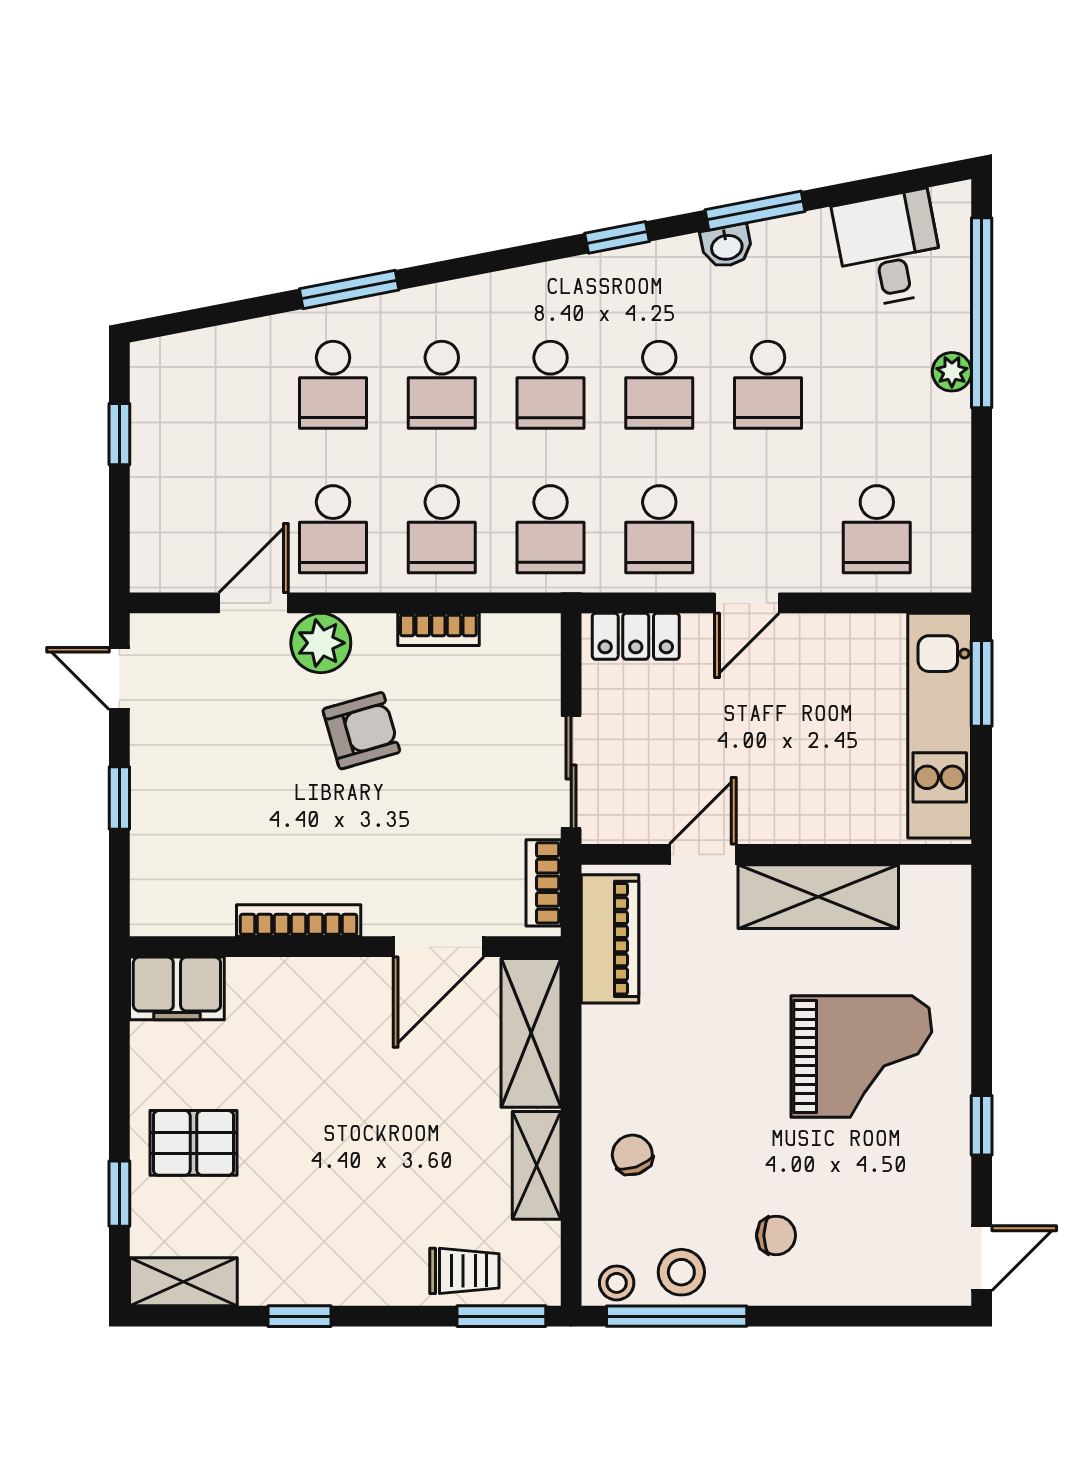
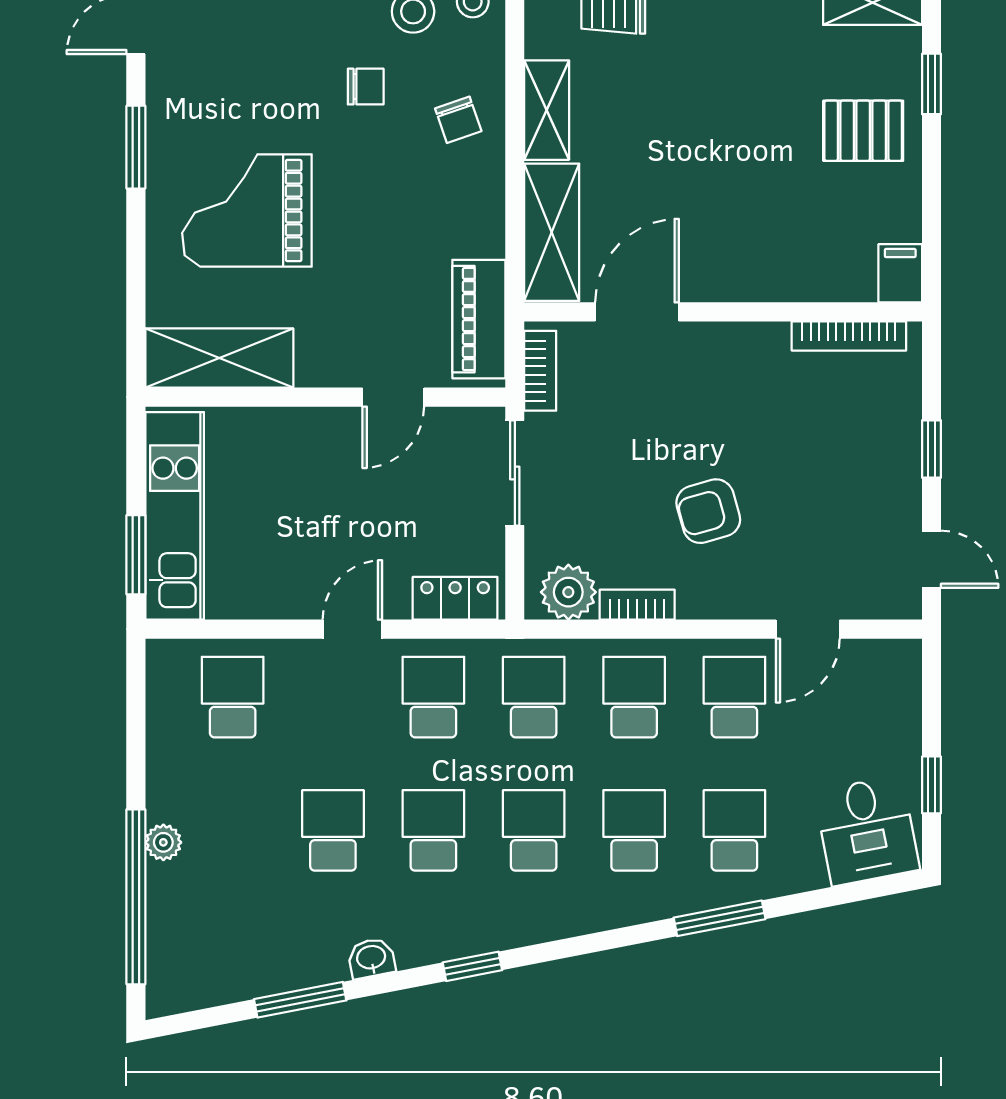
window: (755, 211) -> (300, 1000), moved
desk: (889, 249) -> (867, 831), moved
plant: (321, 643) -> (568, 592), moved
shelving: (818, 897) -> (219, 358), moved
bookcase: (299, 921) -> (849, 336), moved
filing cabinet: (177, 988) -> (900, 273), width x0.50
window: (982, 1125) -> (136, 147), width x1.50
chair: (776, 1235) -> (366, 87), moved, turned 180

